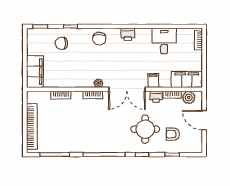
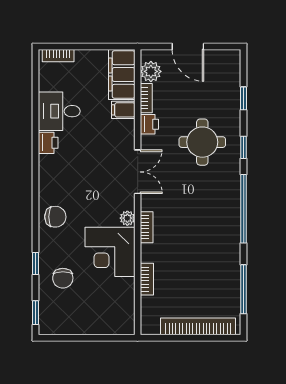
printer: (128, 34) -> (48, 143), moved
filing cabinet: (35, 71) -> (109, 321), removed
corner desk: (78, 72) -> (110, 252), added
filing cabinet: (153, 80) -> (123, 110), moved
double door: (127, 89) -> (138, 172), width x0.73
door: (204, 120) -> (188, 46), hinge flipped
armchair: (173, 134) -> (210, 97), removed

